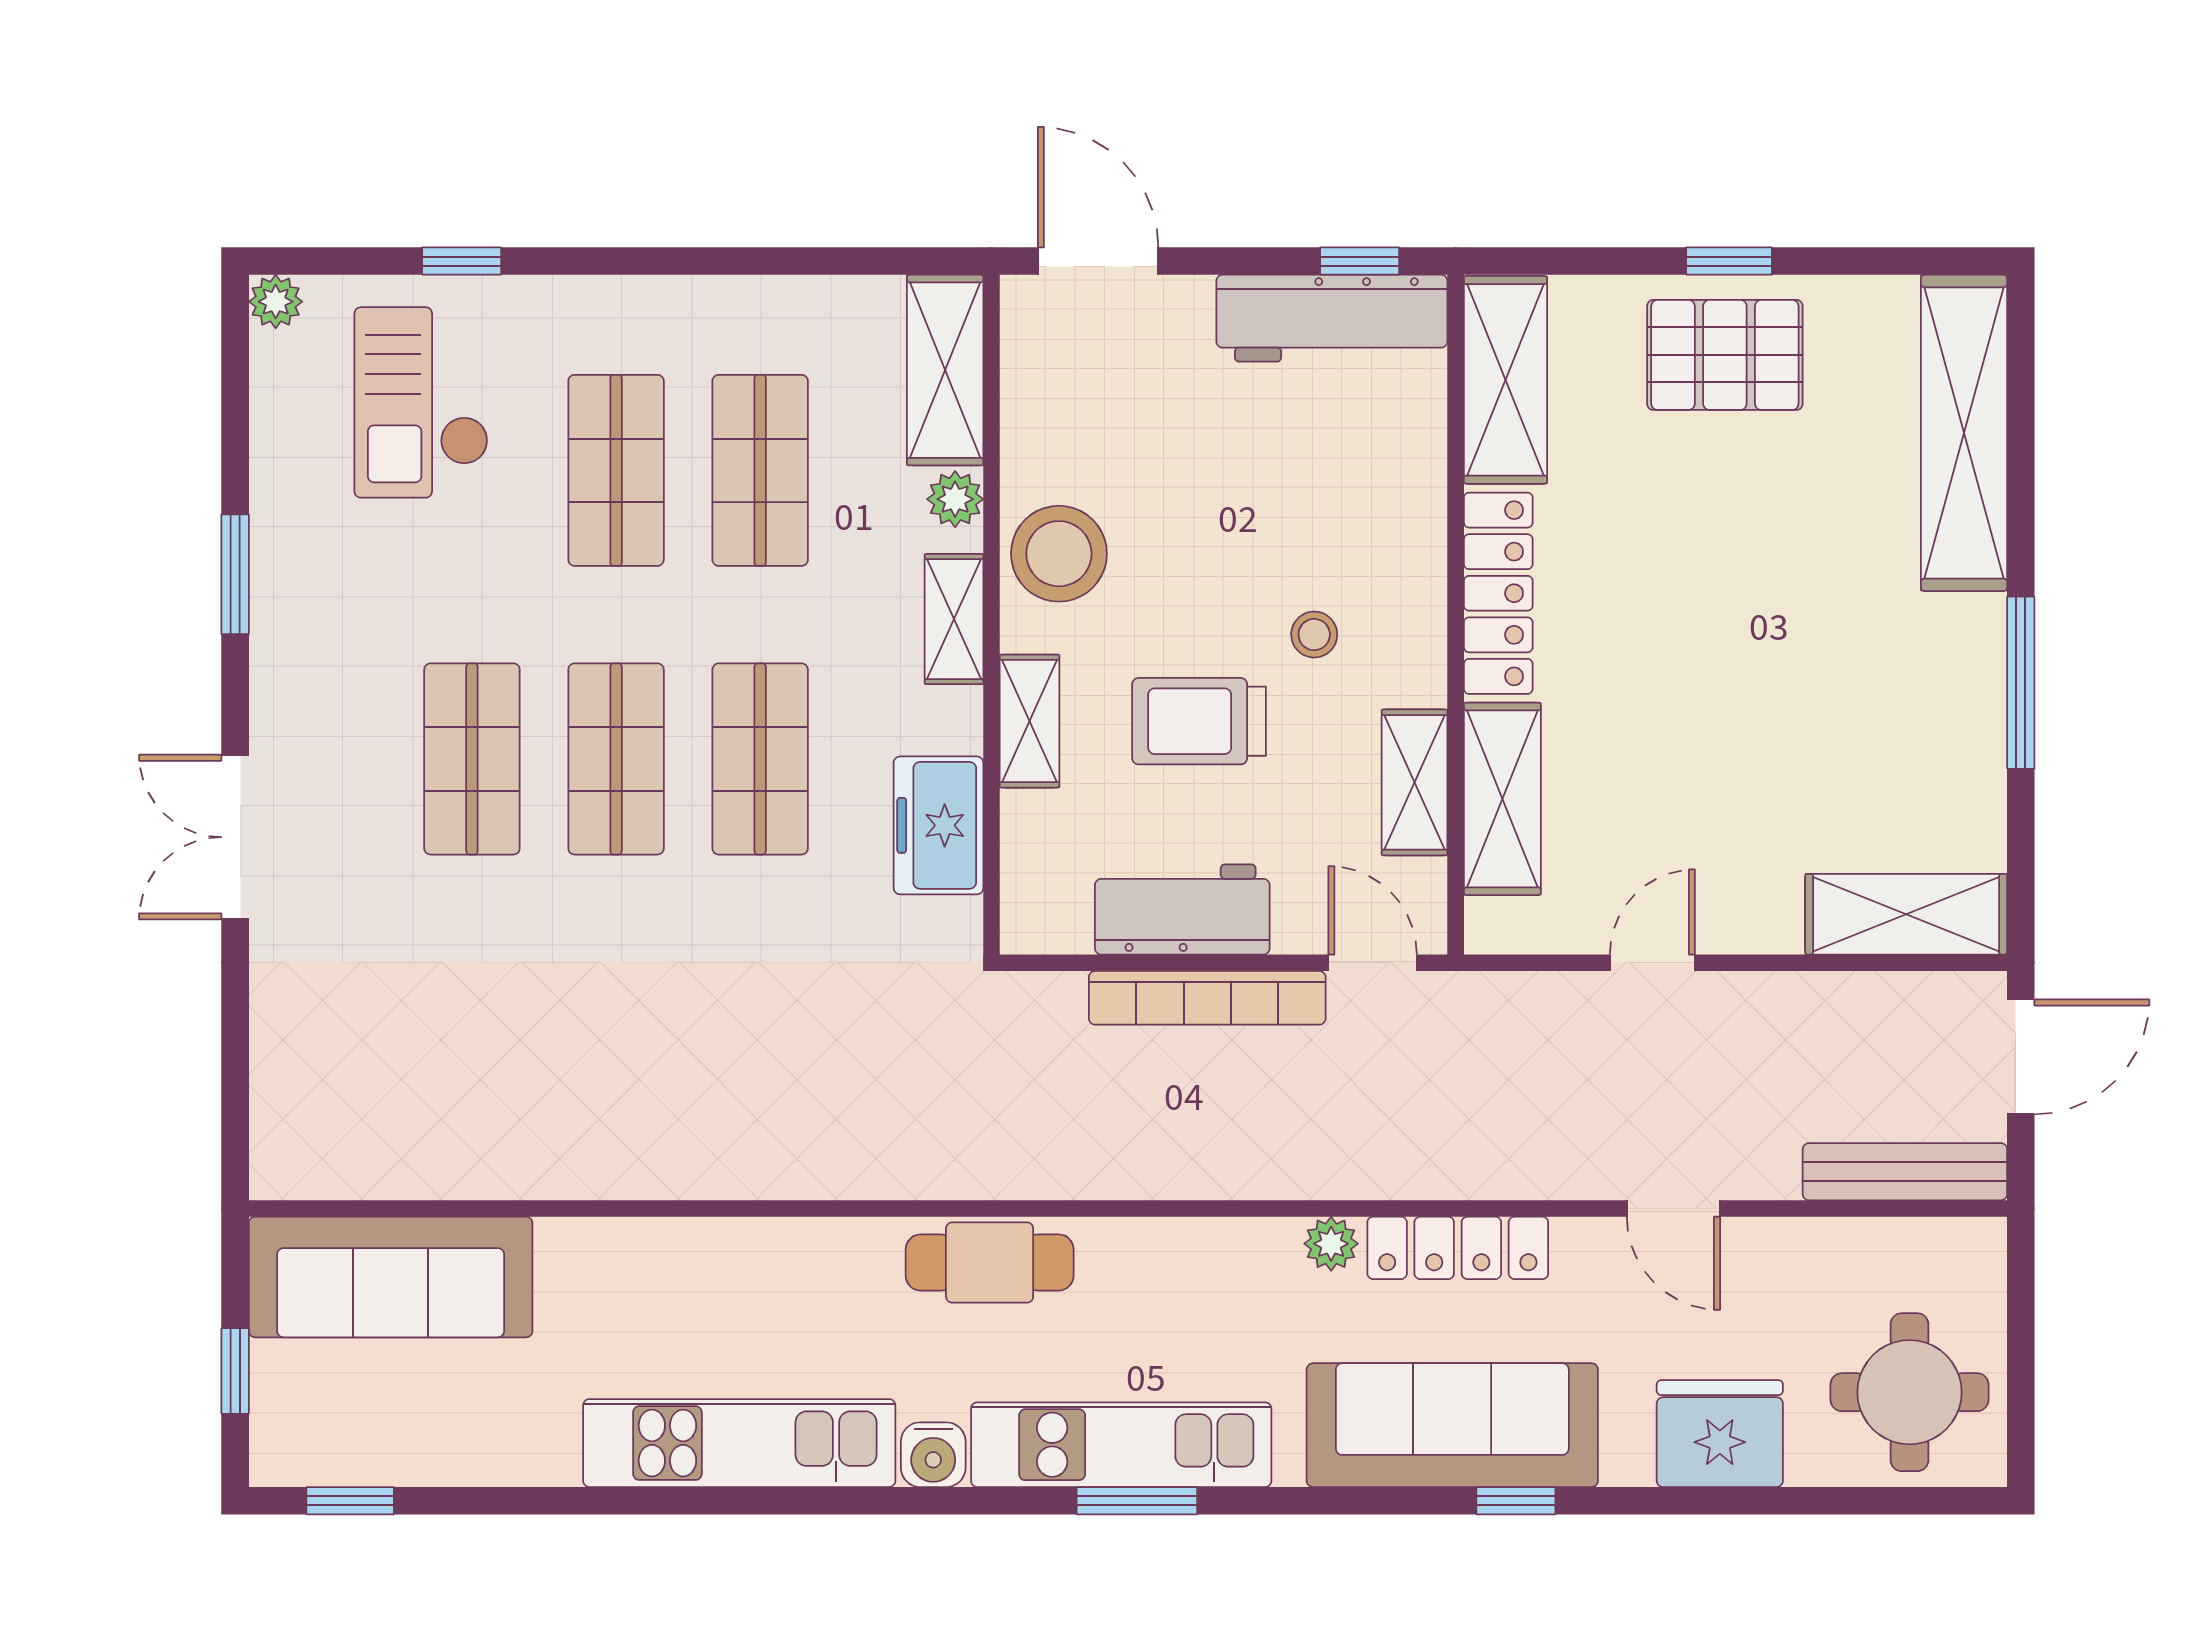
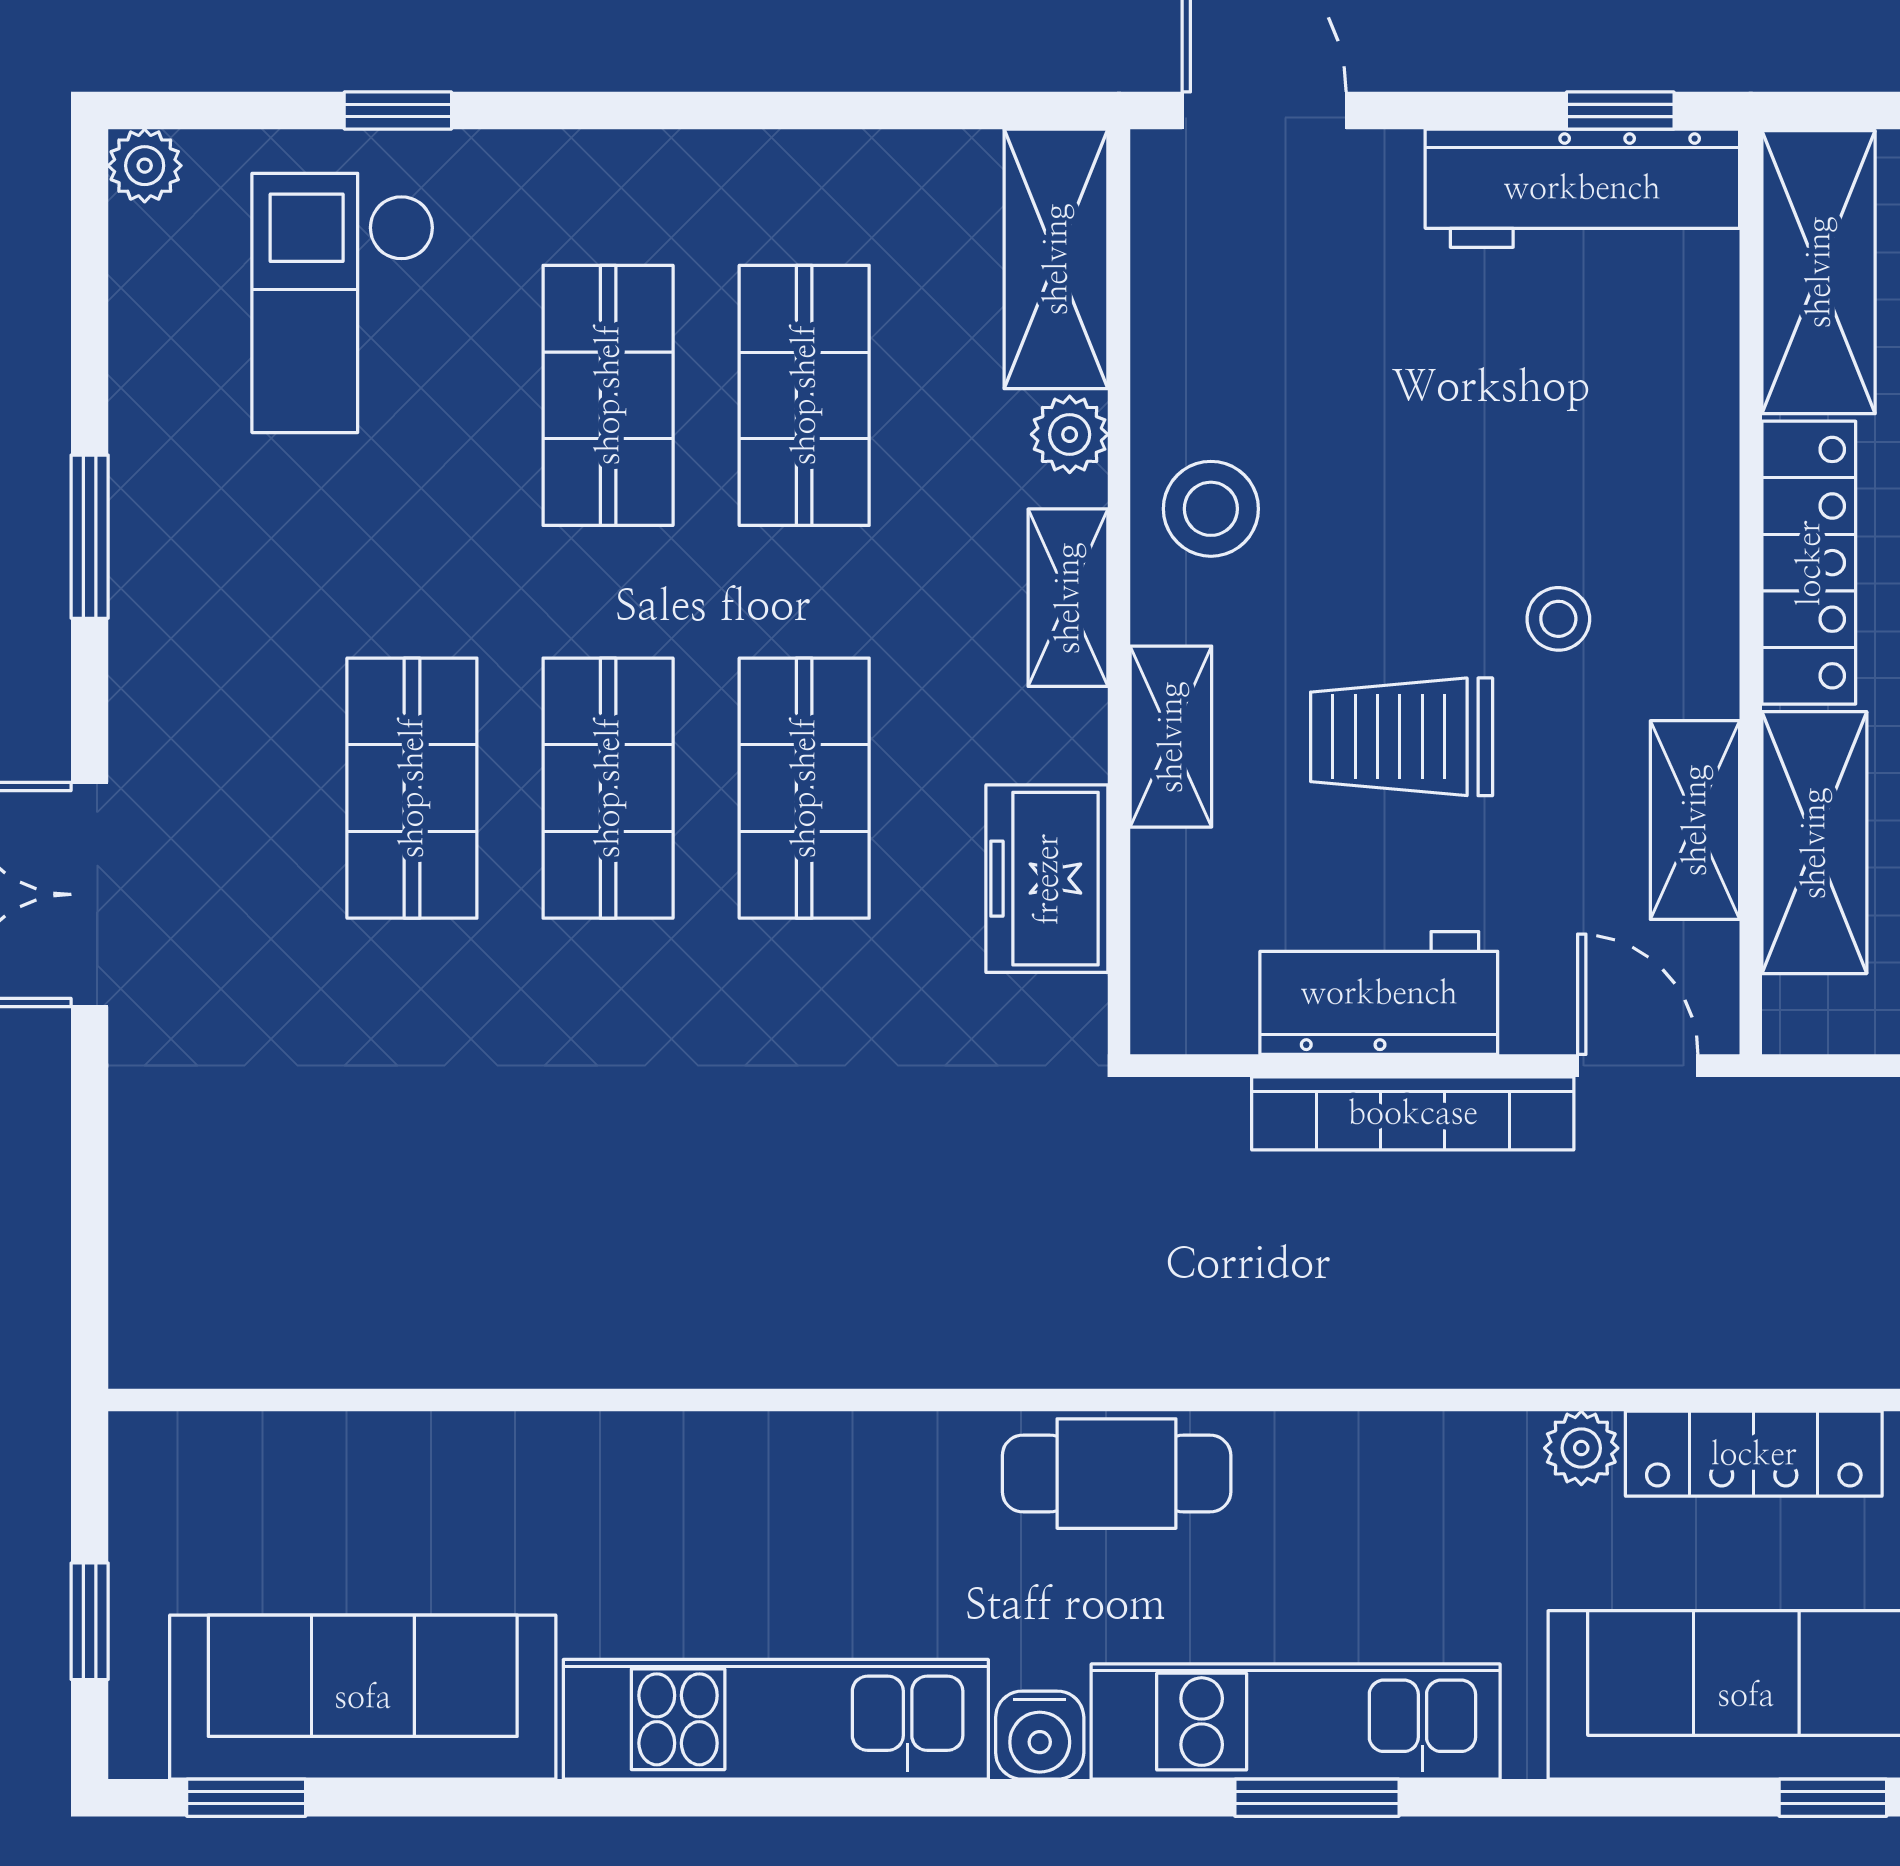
stool: (1059, 554) -> (1211, 509), width x0.73, depth x0.73
sofa: (391, 1277) -> (363, 1697), moved, turned 180

